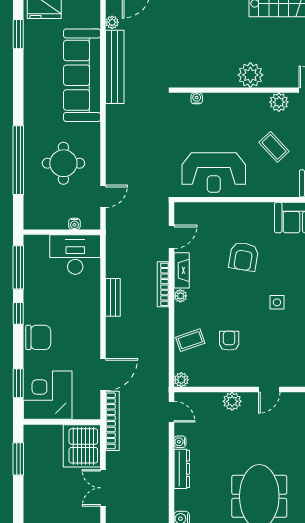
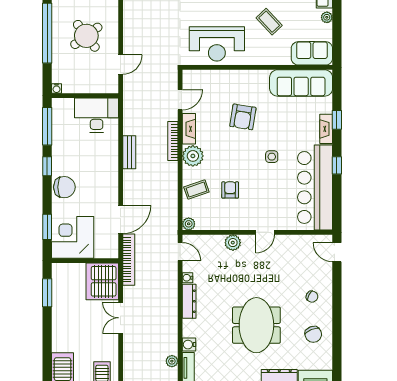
round table: (63, 163) -> (86, 36), turned -37
water cooler: (74, 224) -> (57, 88), moved
plant: (180, 296) -> (193, 156), width x1.87, depth x1.87

